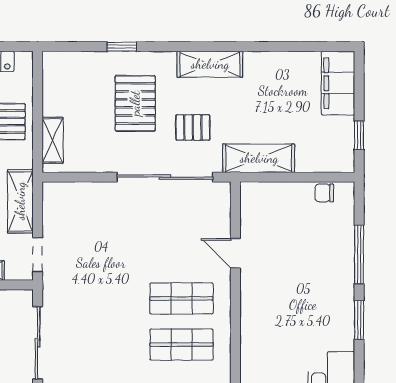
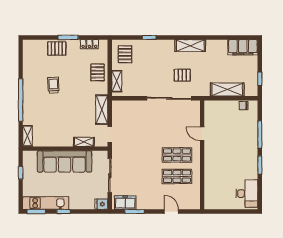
filing cabinet: (338, 83) -> (243, 47), moved, turned -90
pallet: (135, 103) -> (125, 54), moved, width x0.67, depth x0.71
shelving: (259, 158) -> (227, 89), moved

